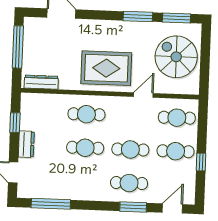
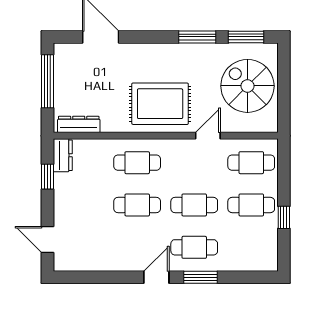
dresser: (26, 144) -> (63, 155), moved
window: (51, 204) -> (97, 277), removed
door: (172, 208) -> (156, 277), moved

